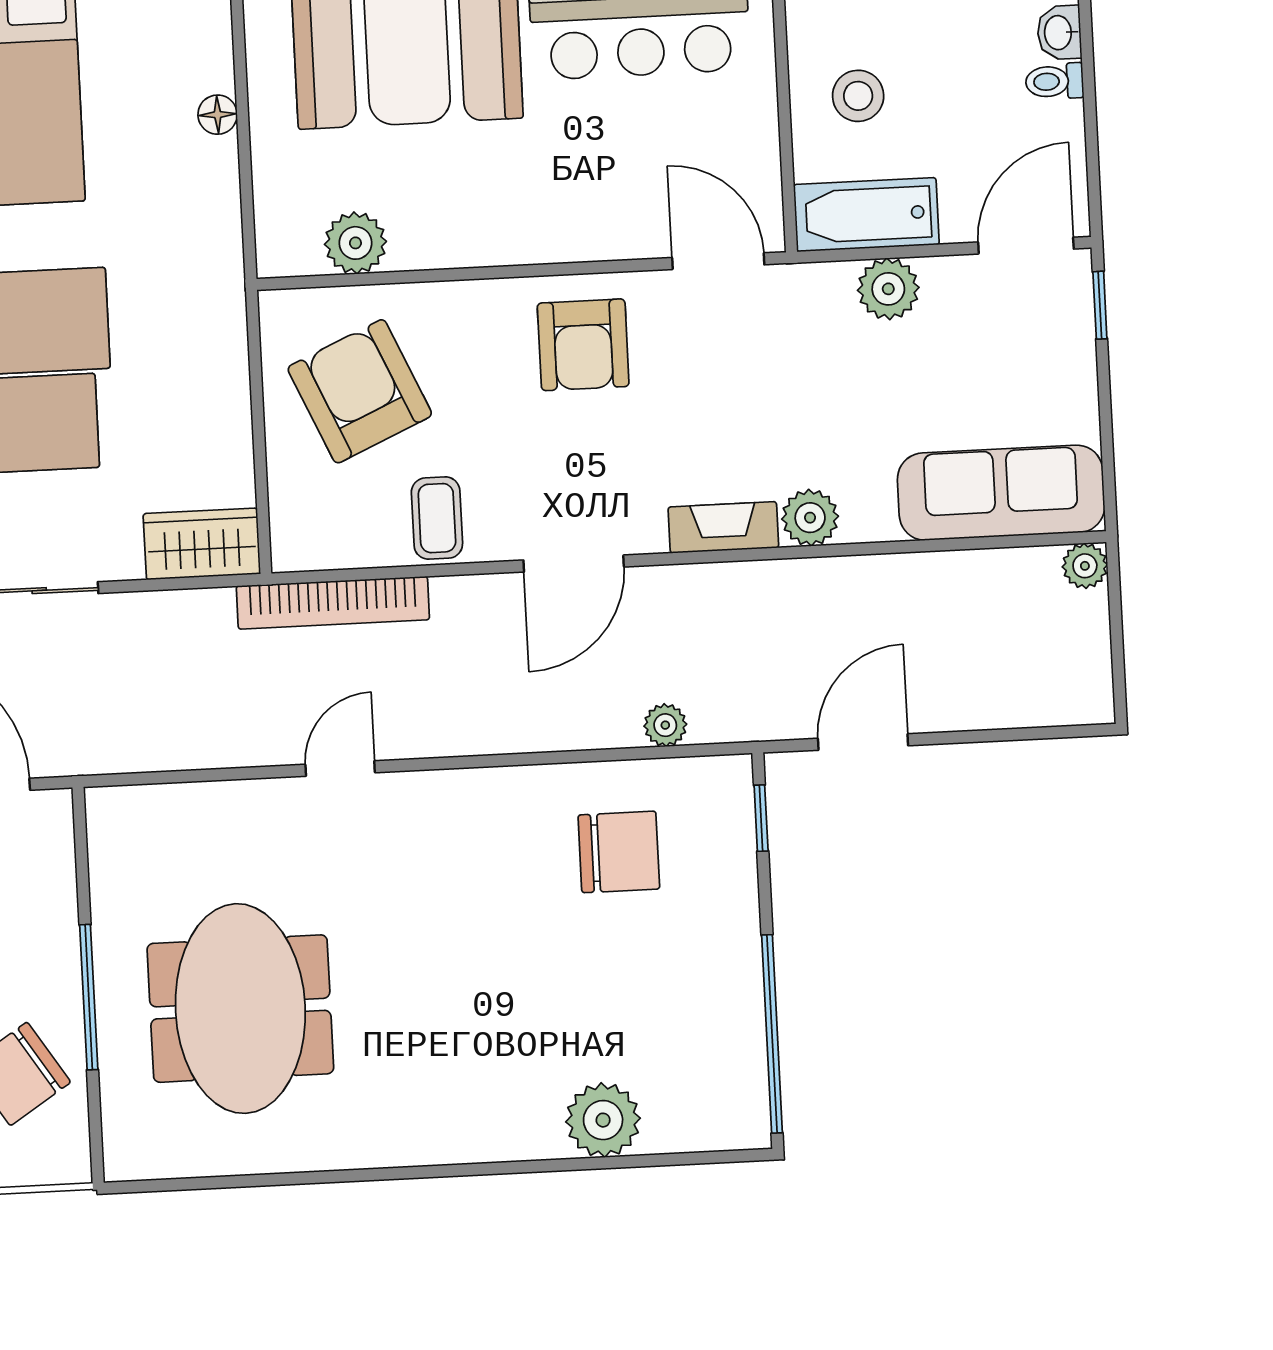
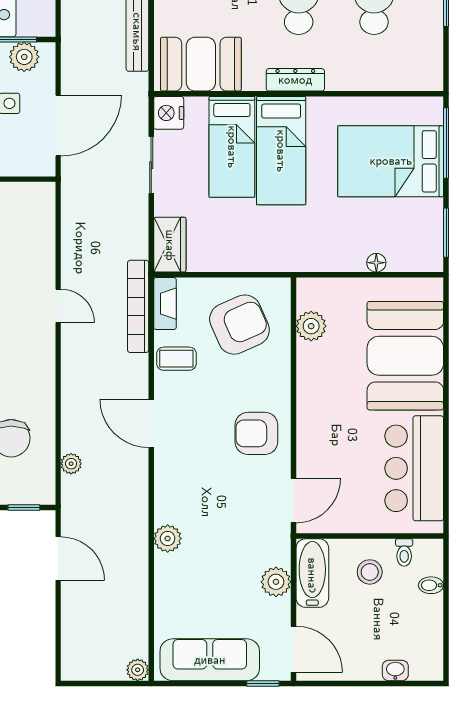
toilet: (1055, 81) -> (404, 552), moved, turned 180
sofa: (1001, 493) -> (210, 660), moved, turned -90
fireplace: (723, 527) -> (165, 304), moved

